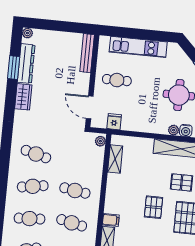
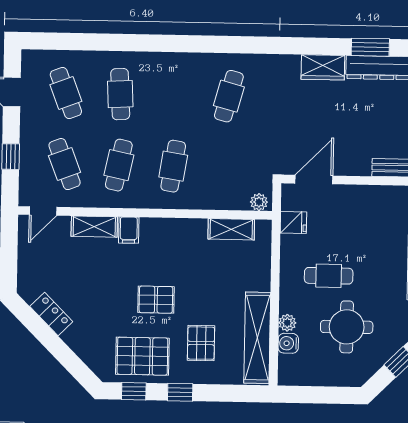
cafe table: (117, 80) -> (329, 276), moved, turned 90
cafe table: (33, 186) -> (175, 95), removed

